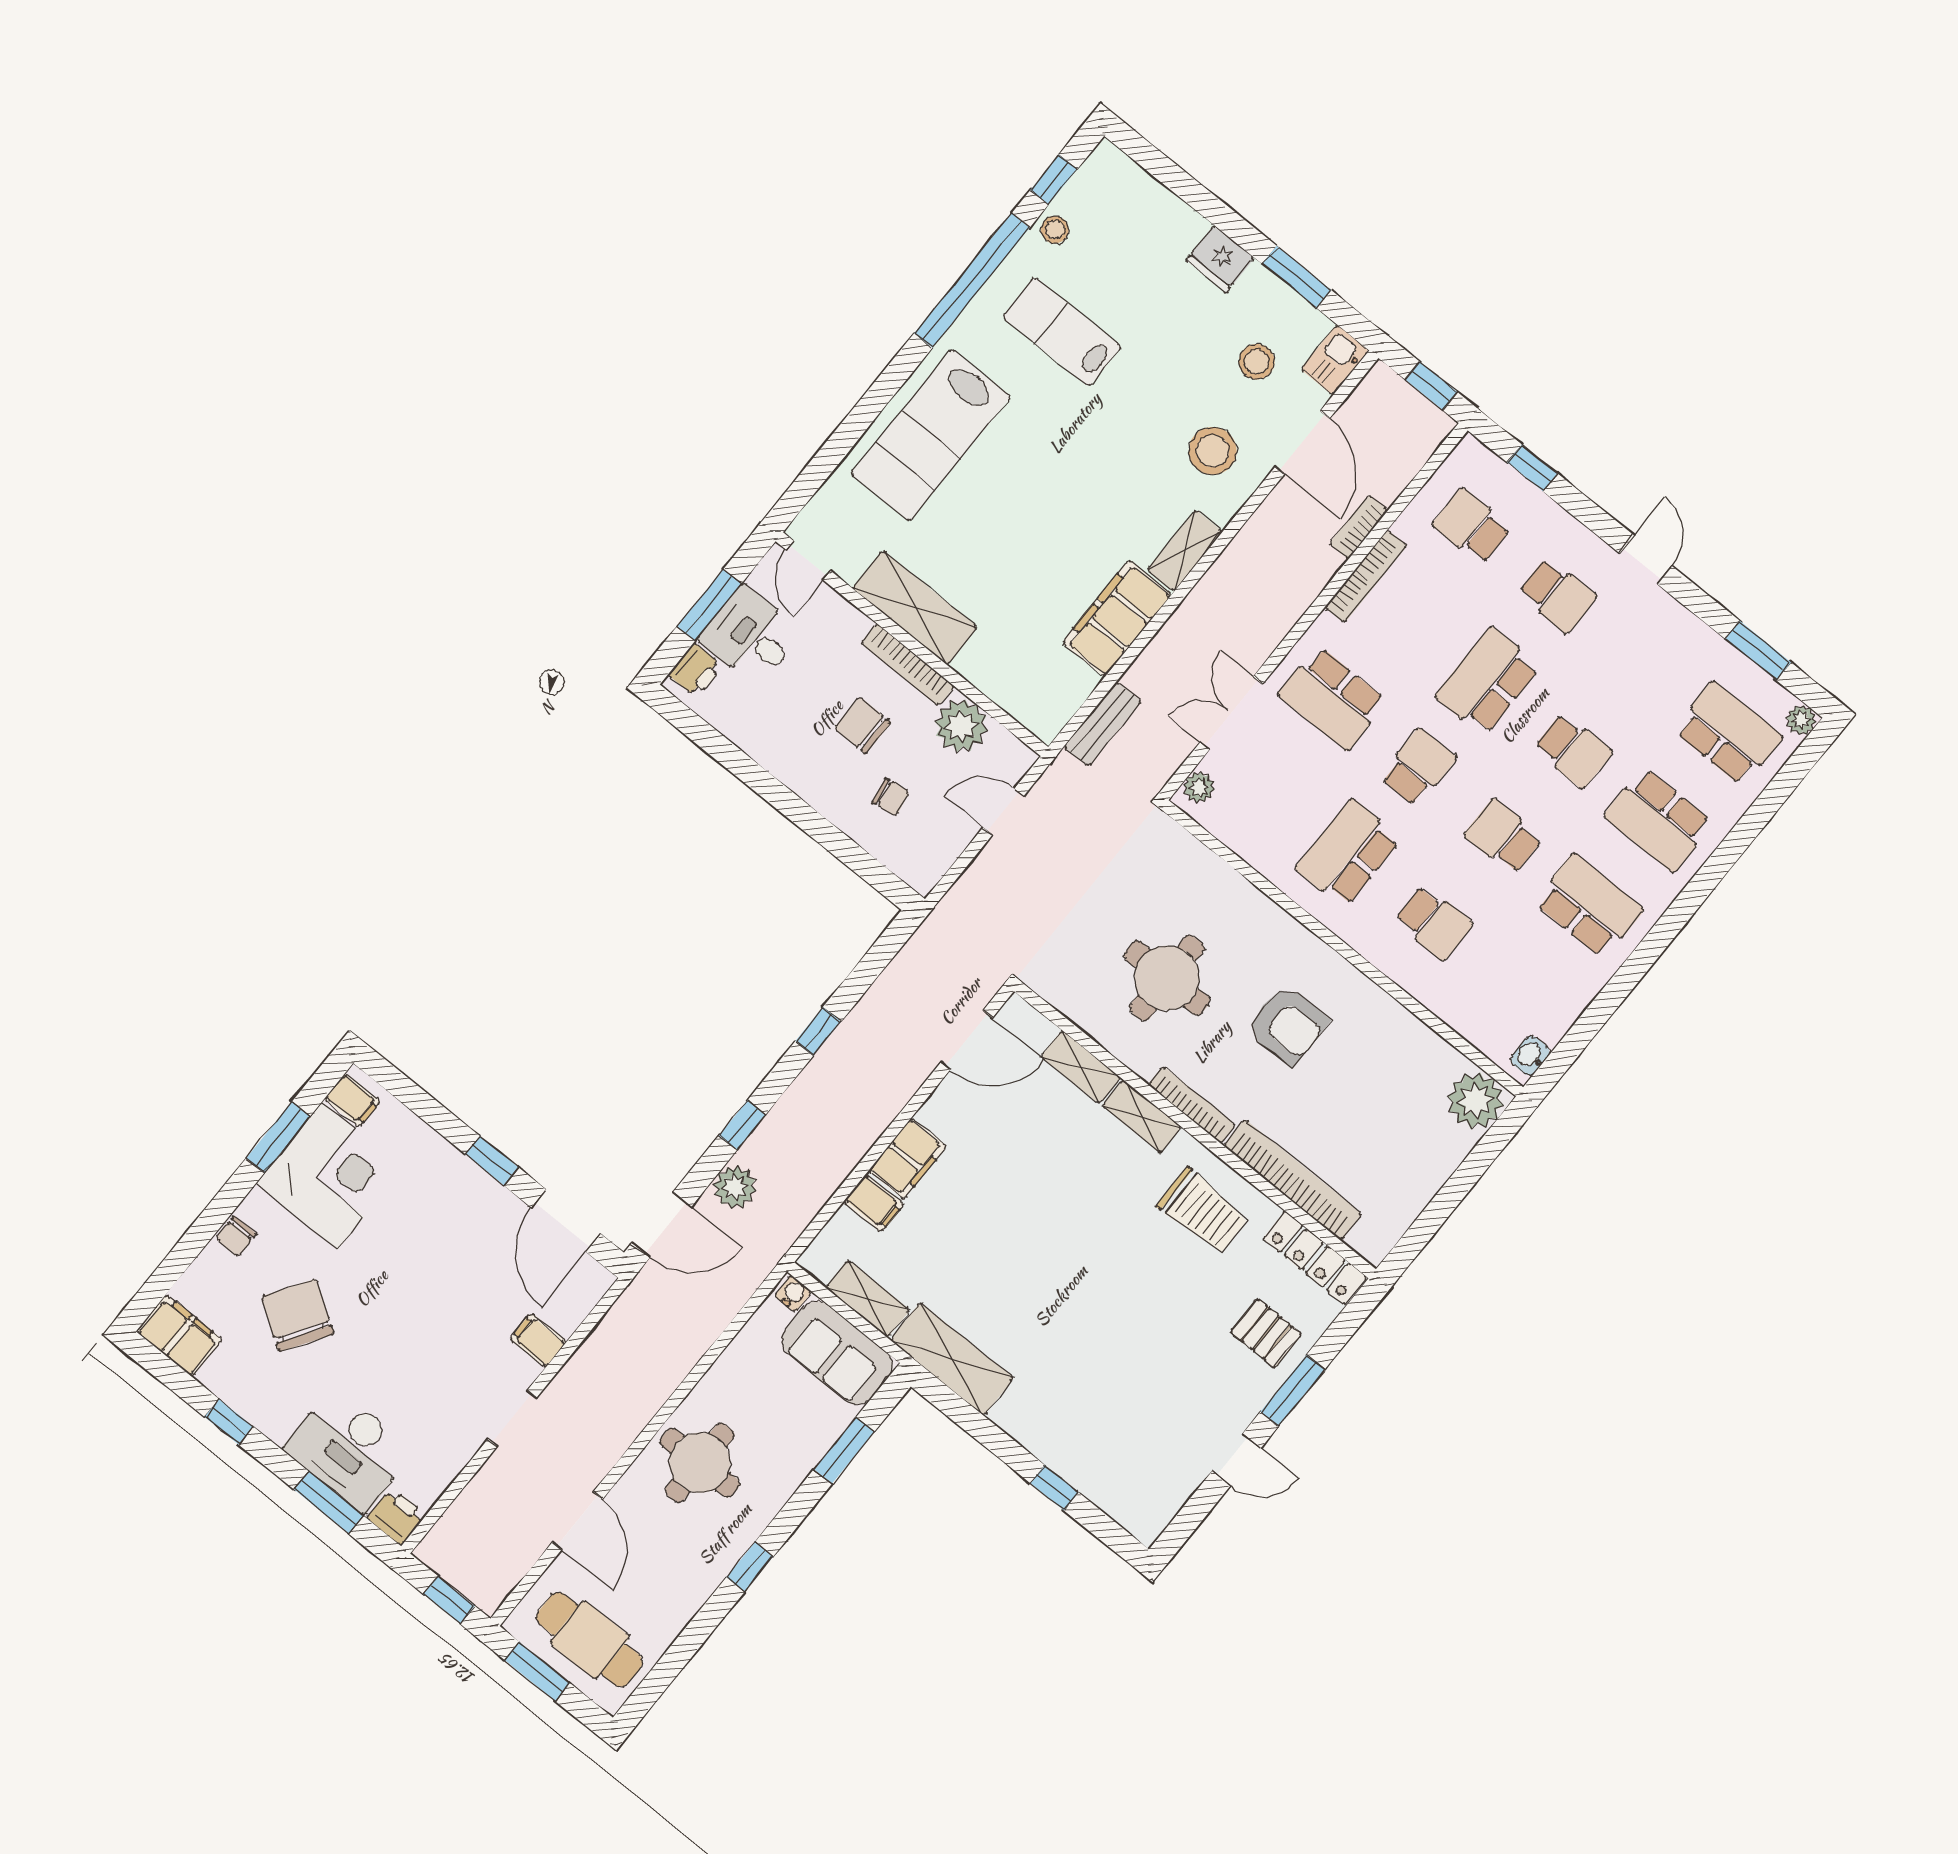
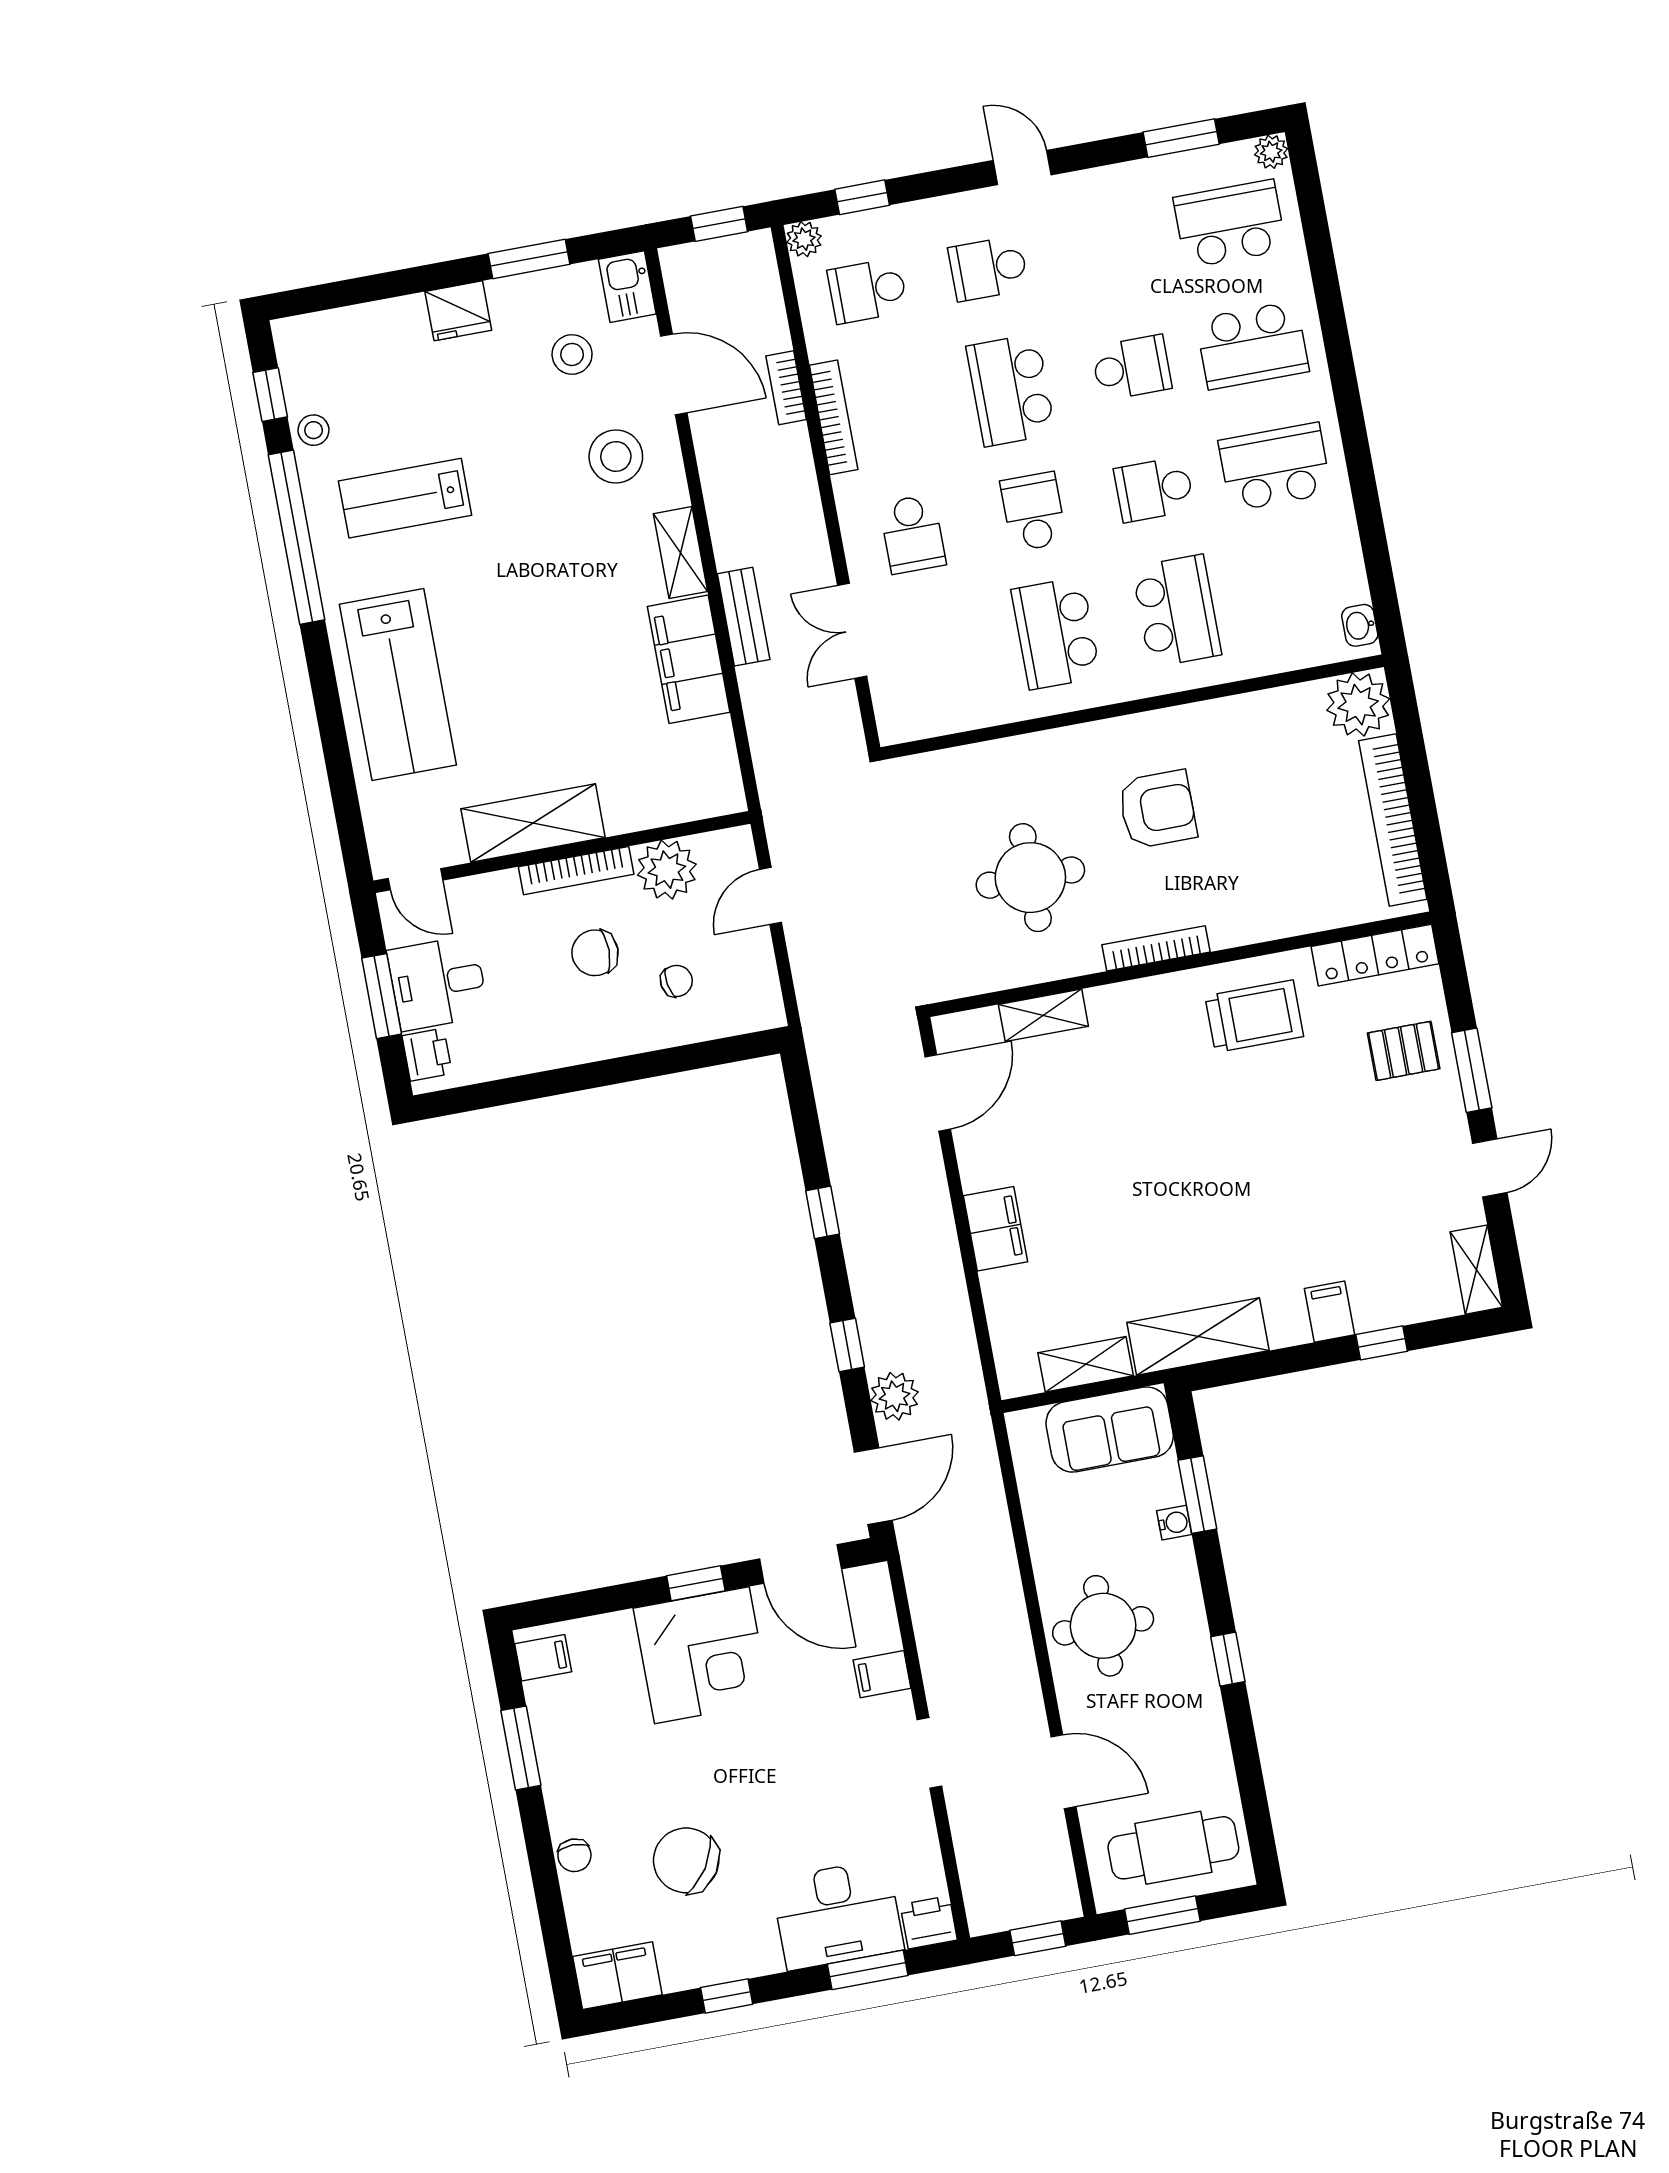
school desk: (1557, 595) -> (988, 268), turned 180
school desk: (1332, 698) -> (913, 534), width x0.54
bench: (1103, 724) -> (744, 617), moved
plant: (1199, 787) -> (804, 239), moved
school desk: (1434, 923) -> (1177, 611), width x1.85
shelving: (1142, 1116) -> (1476, 1270), moved, turned 90
corner desk: (330, 1176) -> (702, 1655), moved, turned 90
bookcase: (1293, 1180) -> (1393, 820), moved, turned -90
filing cabinet: (874, 1203) -> (1330, 1312), moved, turned -90
water cooler: (793, 1294) -> (1174, 1523), moved, turned 90

